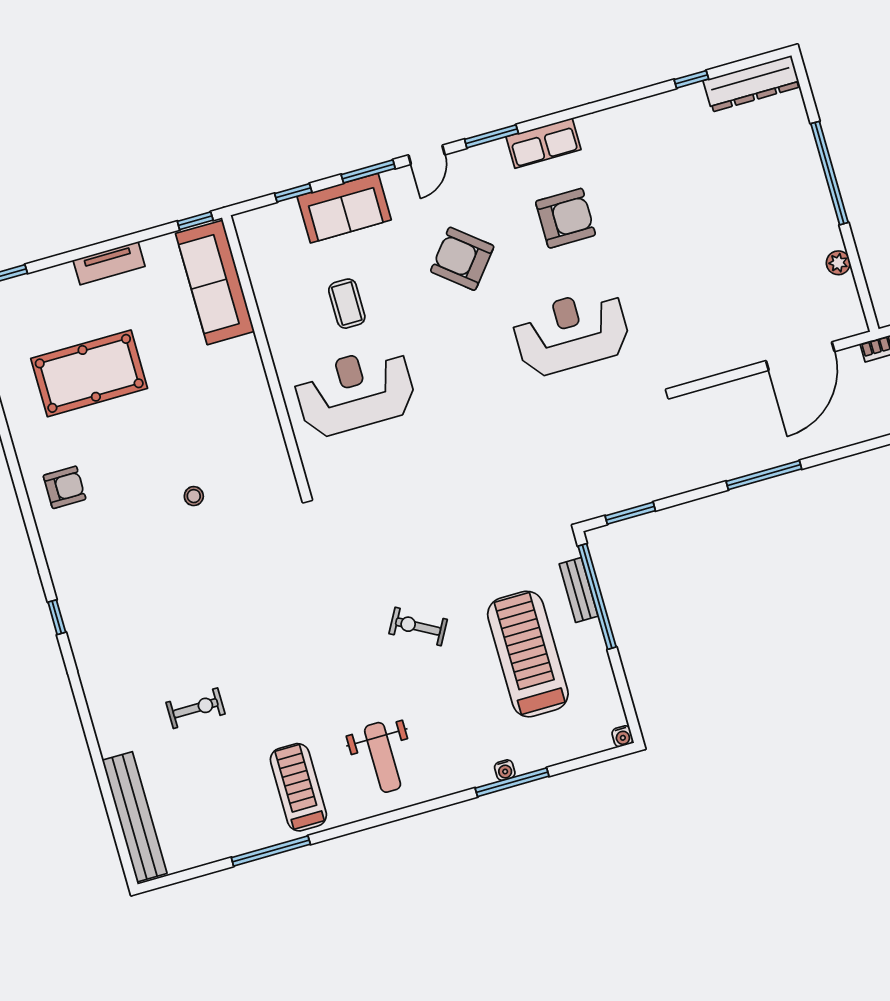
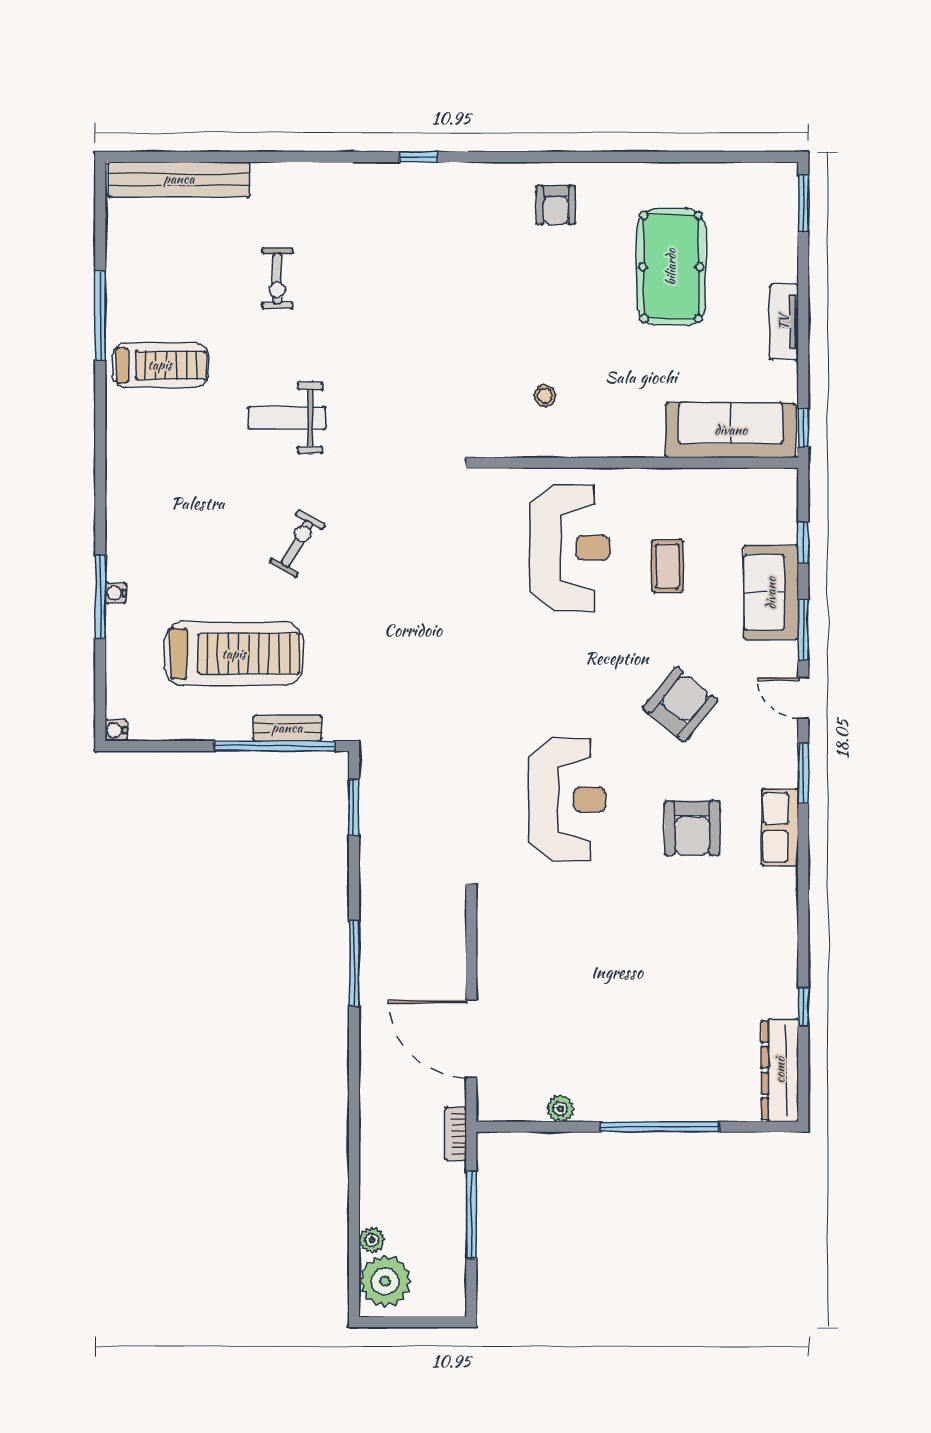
coffee table: (347, 304) -> (667, 566), turned 90
stool: (194, 496) -> (545, 396), moved
weight bench: (383, 757) -> (287, 418), moved

